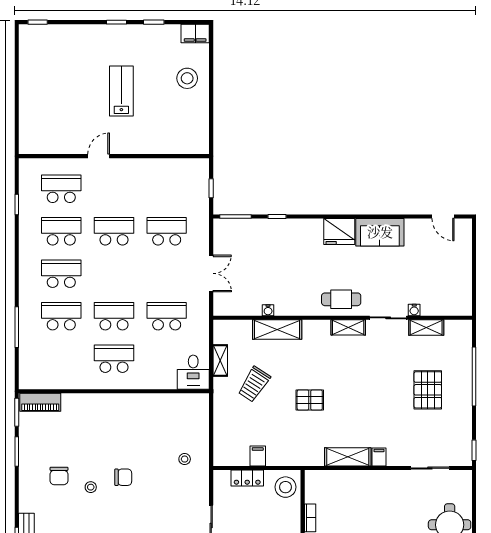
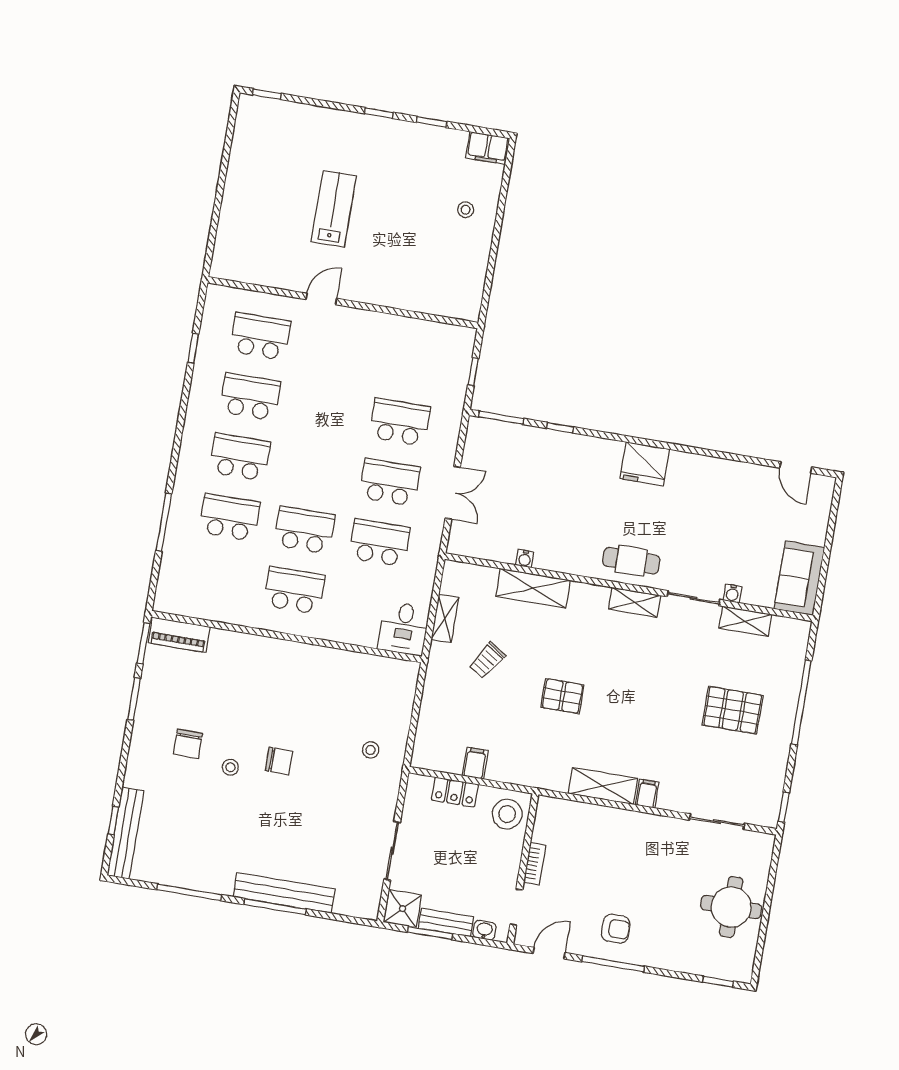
stool: (187, 78) -> (466, 210), width x0.53, depth x0.53
lab bench: (121, 91) -> (334, 209), moved
school desk: (114, 231) -> (390, 482), moved
sofa: (380, 232) -> (799, 578), moved, turned 90
trolley: (254, 384) -> (487, 660), width x0.73, depth x0.72
pallet: (428, 390) -> (733, 710), turned 90

